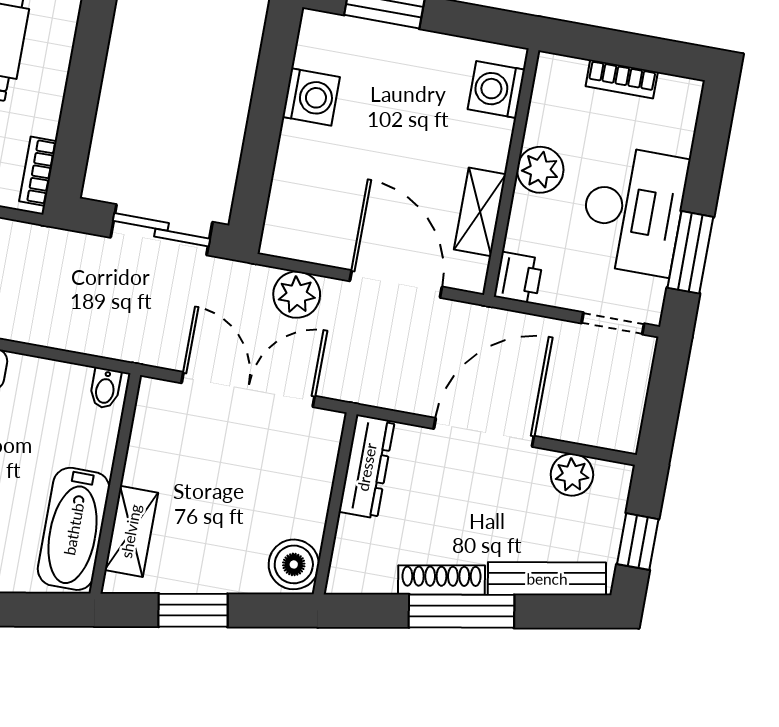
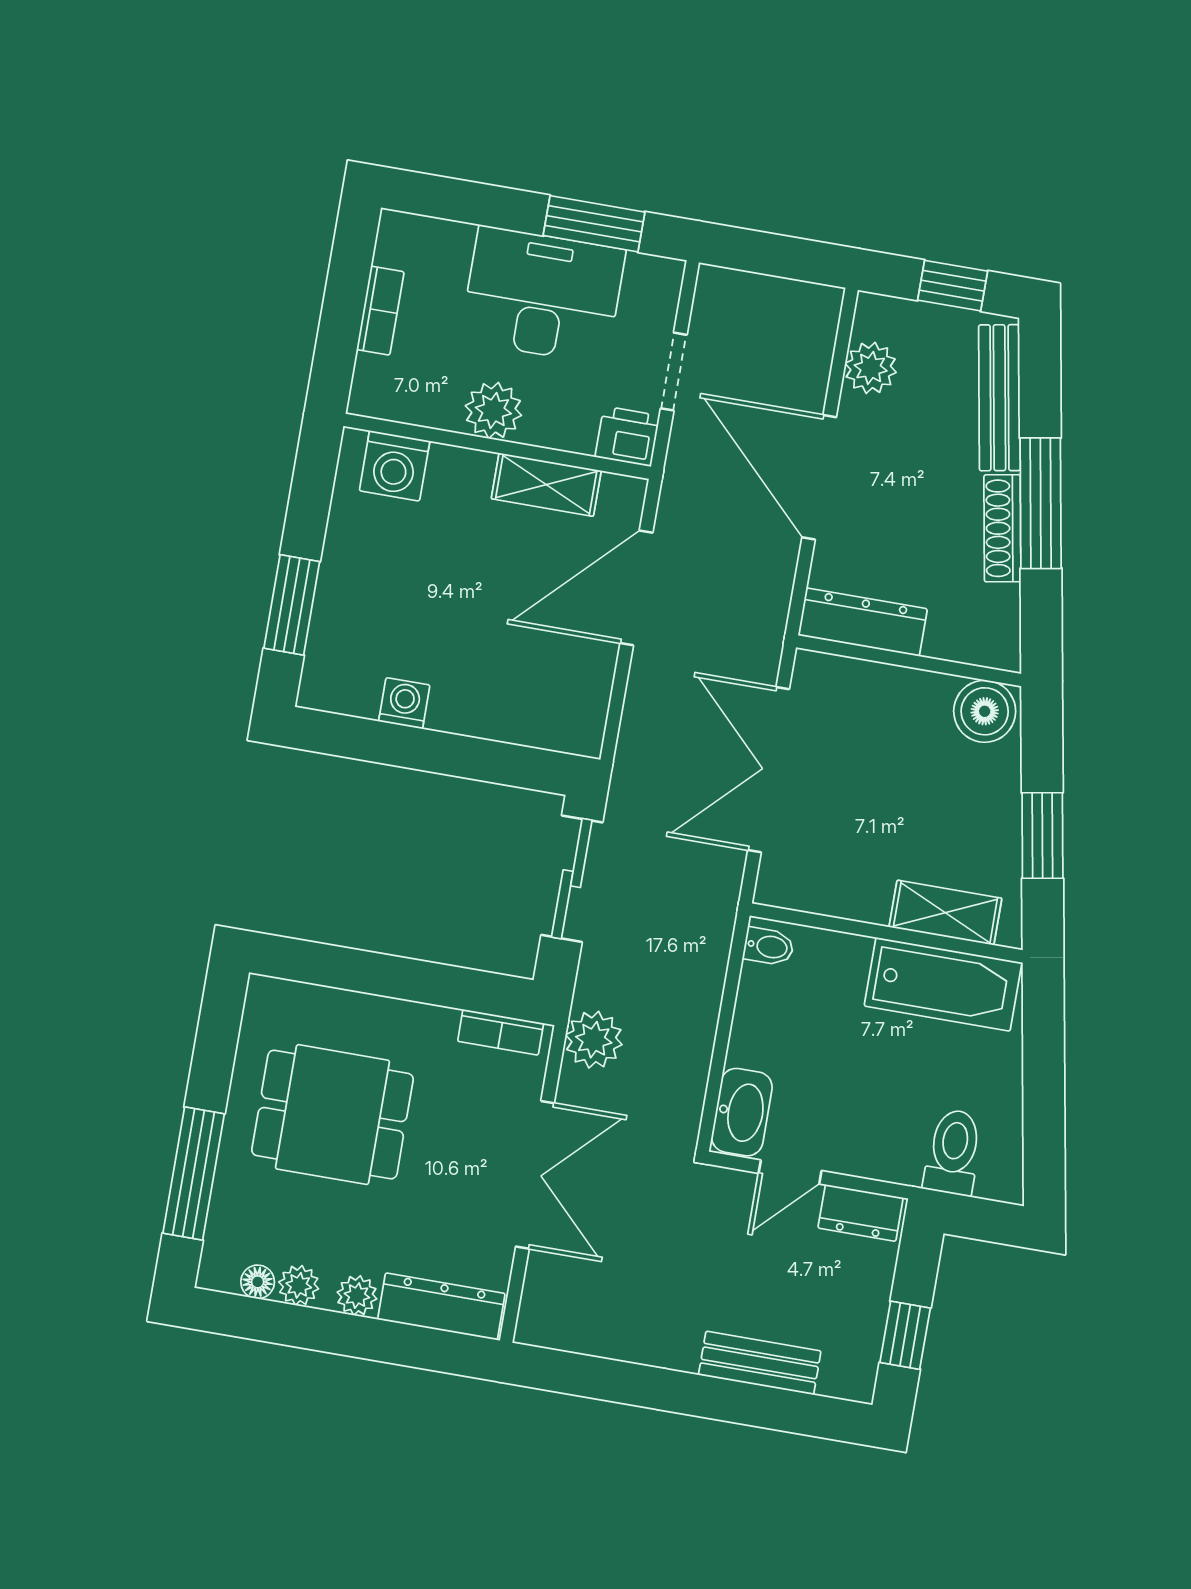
washing machine: (311, 97) -> (404, 703), width x0.73, depth x0.73
plant: (297, 295) -> (594, 1040), moved
doorway: (613, 323) -> (674, 372), moved

